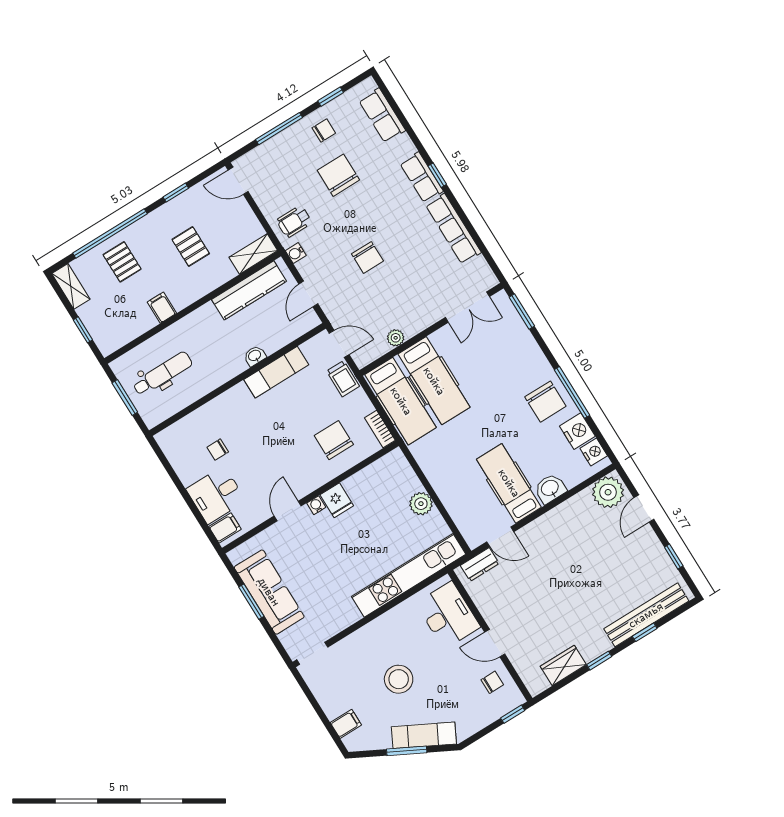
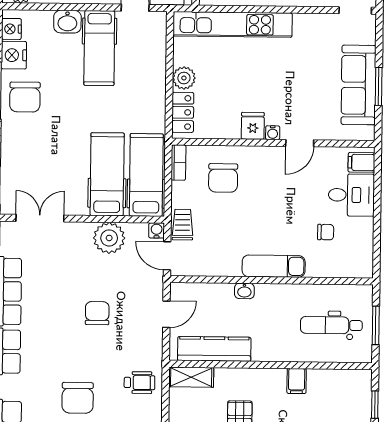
water cooler: (296, 253) -> (157, 230), moved, turned -90
plant: (396, 338) -> (109, 238), width x1.88, depth x1.88
exam couch: (276, 372) -> (274, 266), moved
chair: (545, 402) -> (25, 97), turned 180
locker: (403, 474) -> (183, 112), added

